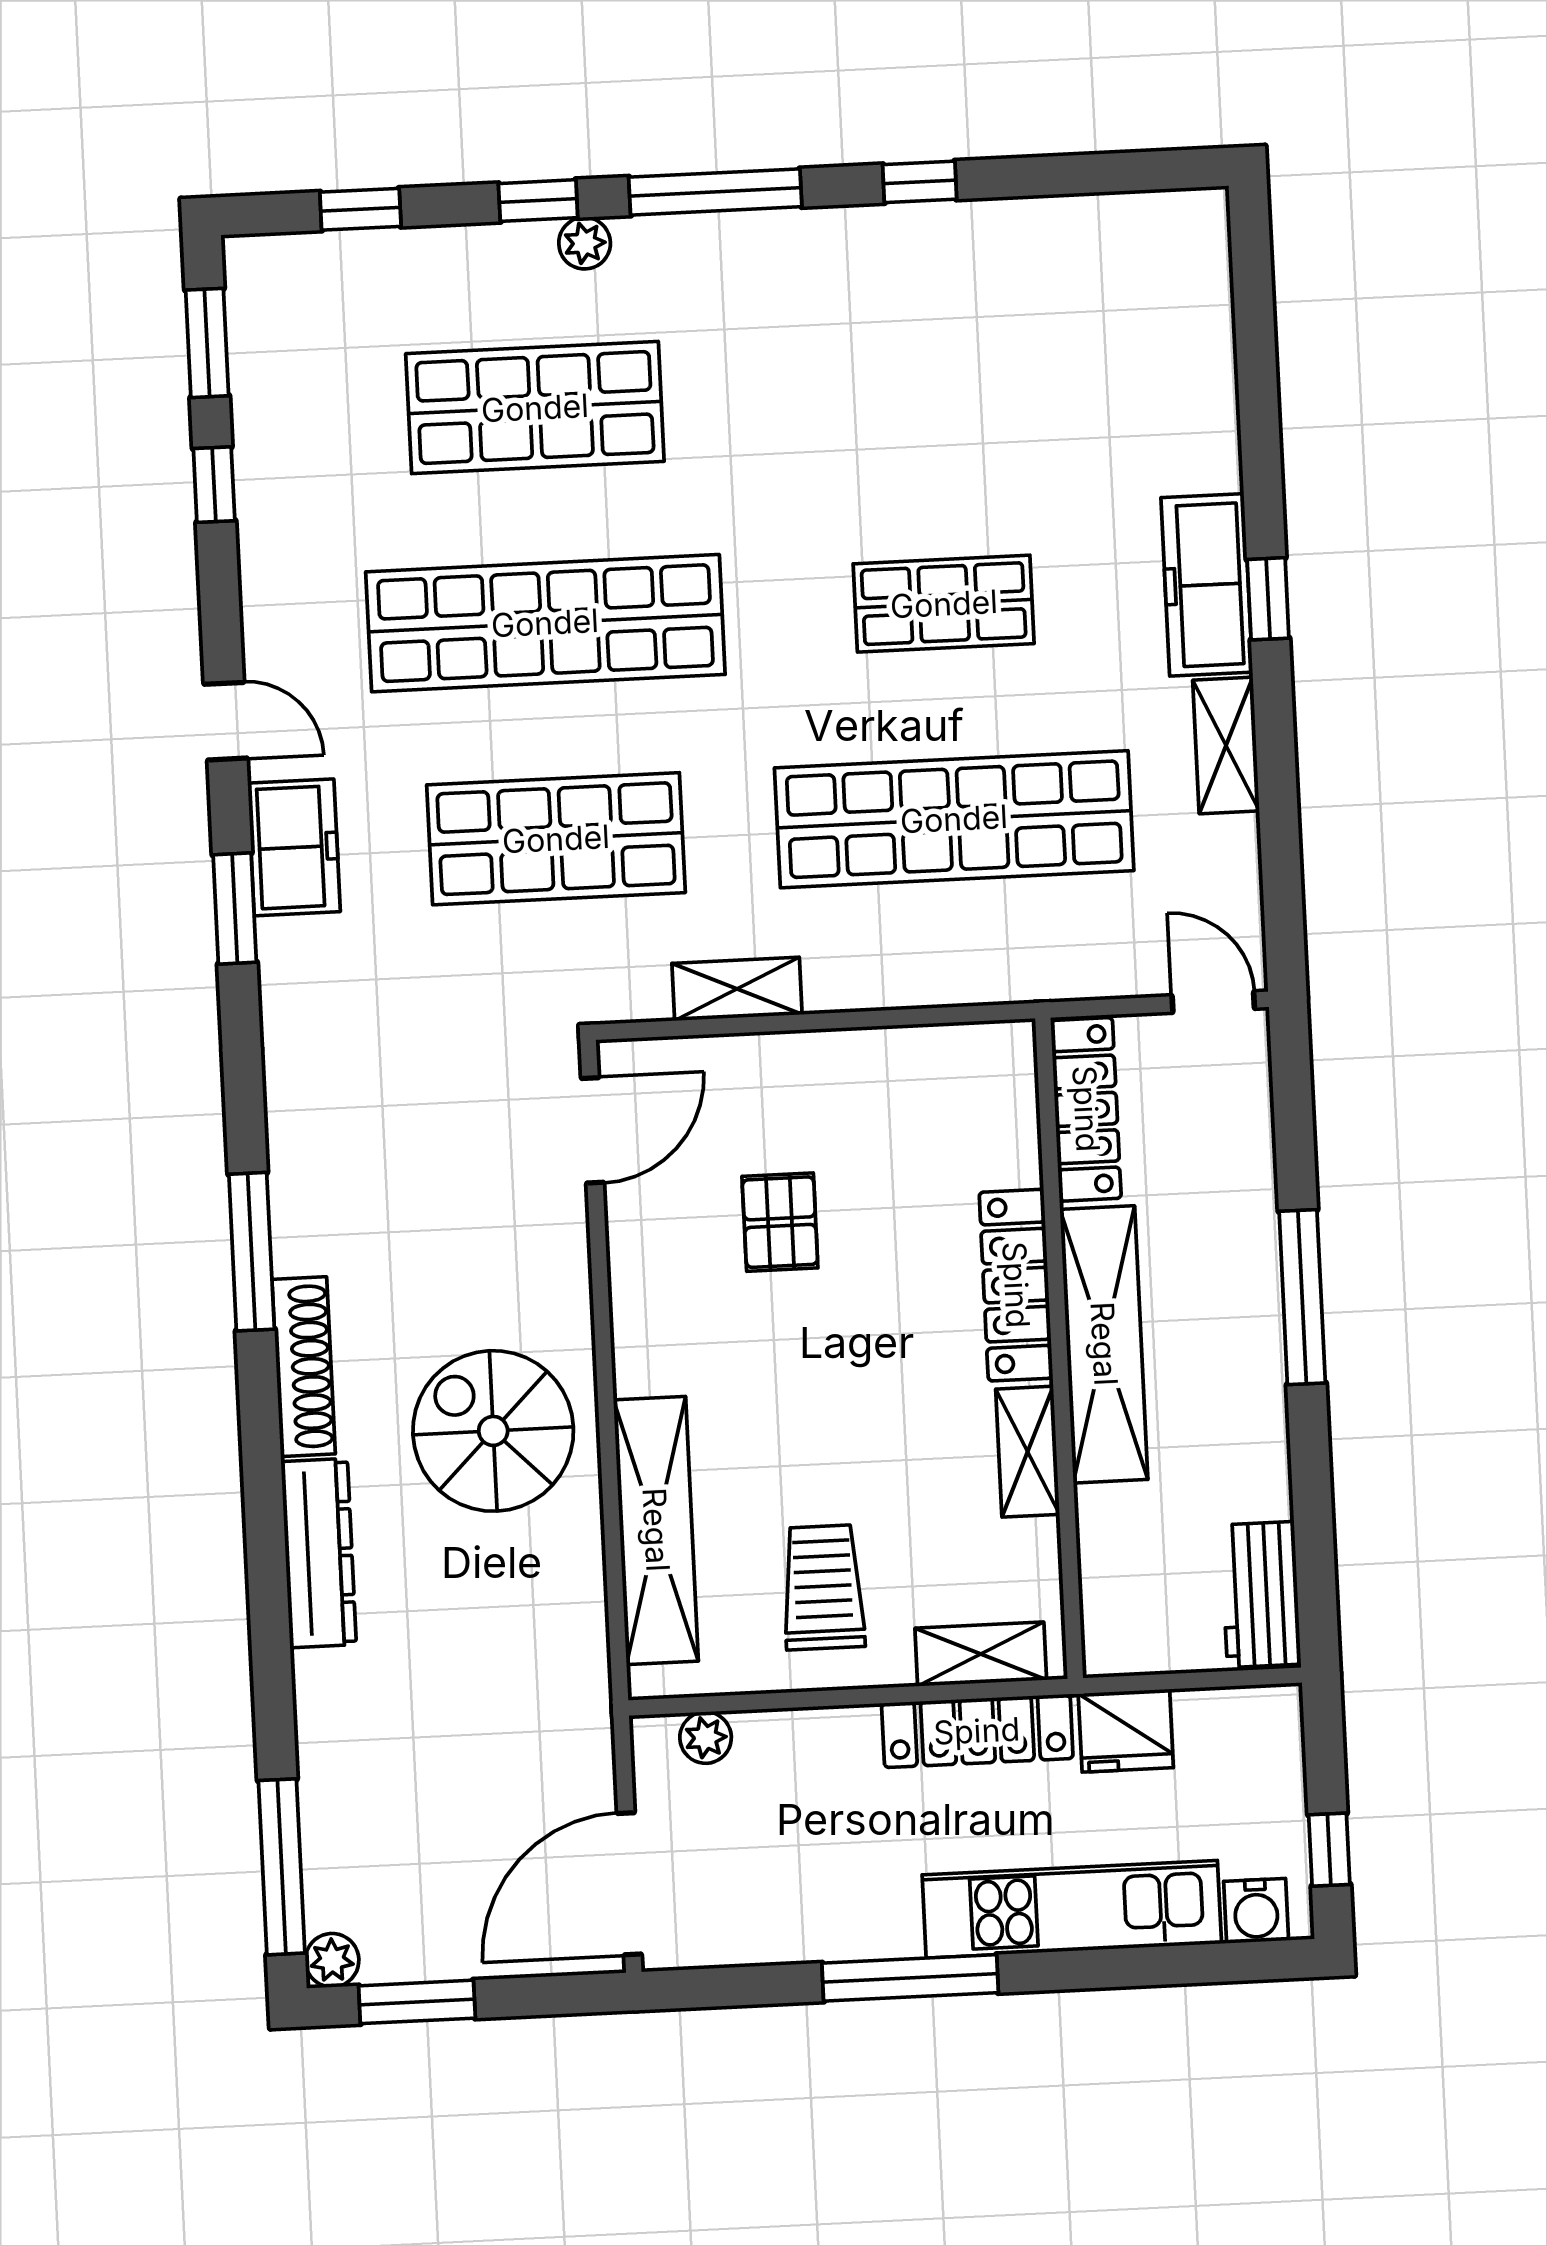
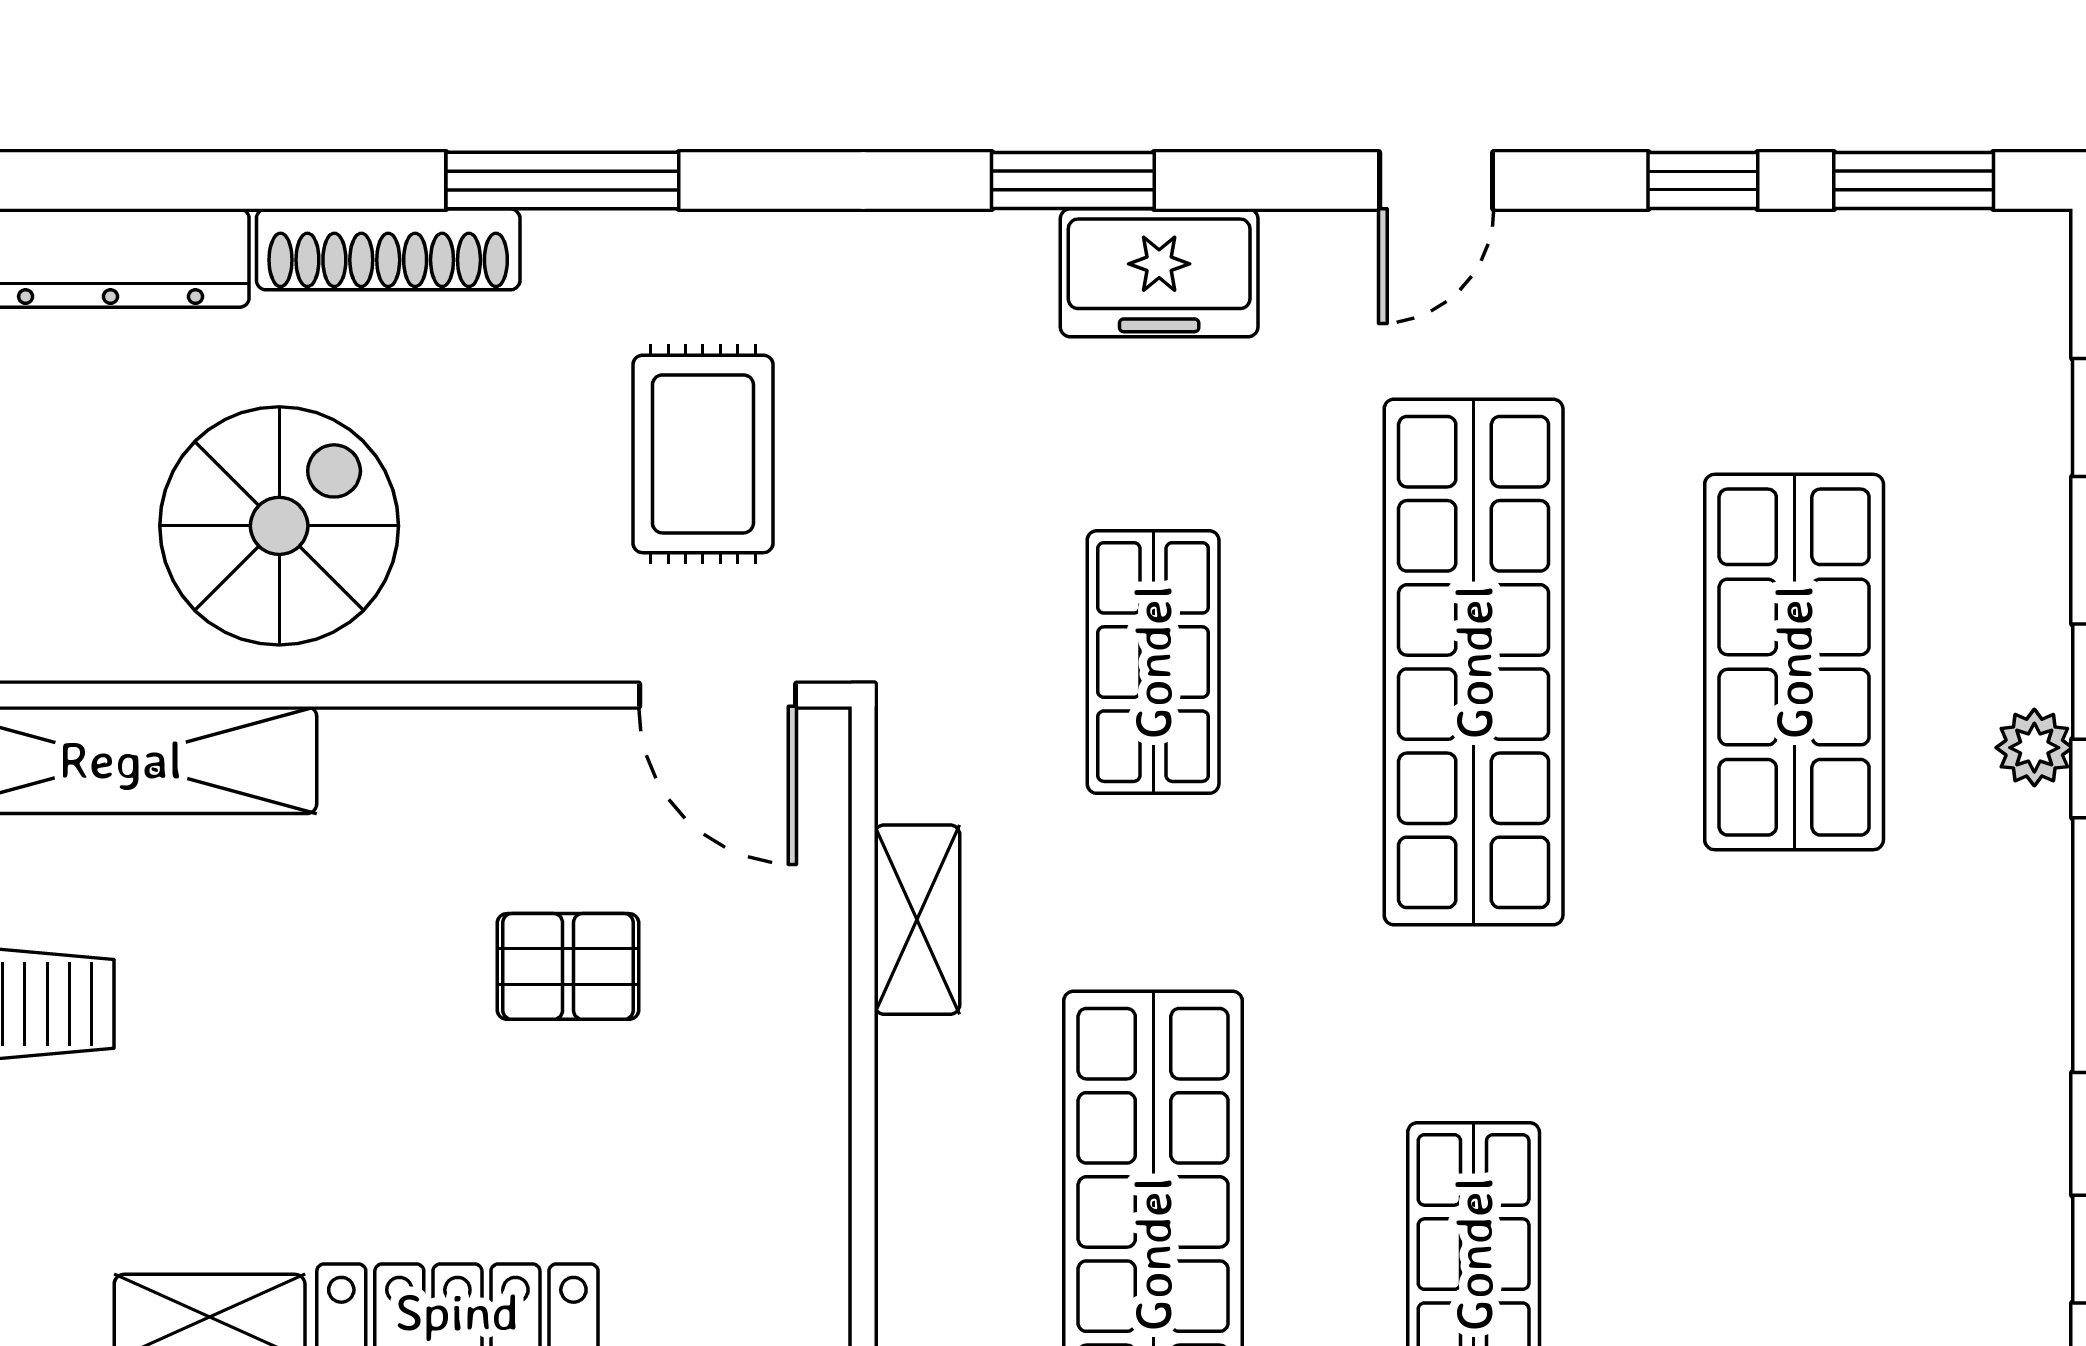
door: (226, 721) -> (1436, 180), moved
shop shelf: (556, 839) -> (1153, 662), width x0.70, depth x0.74
rug: (431, 1148) -> (703, 454), added

